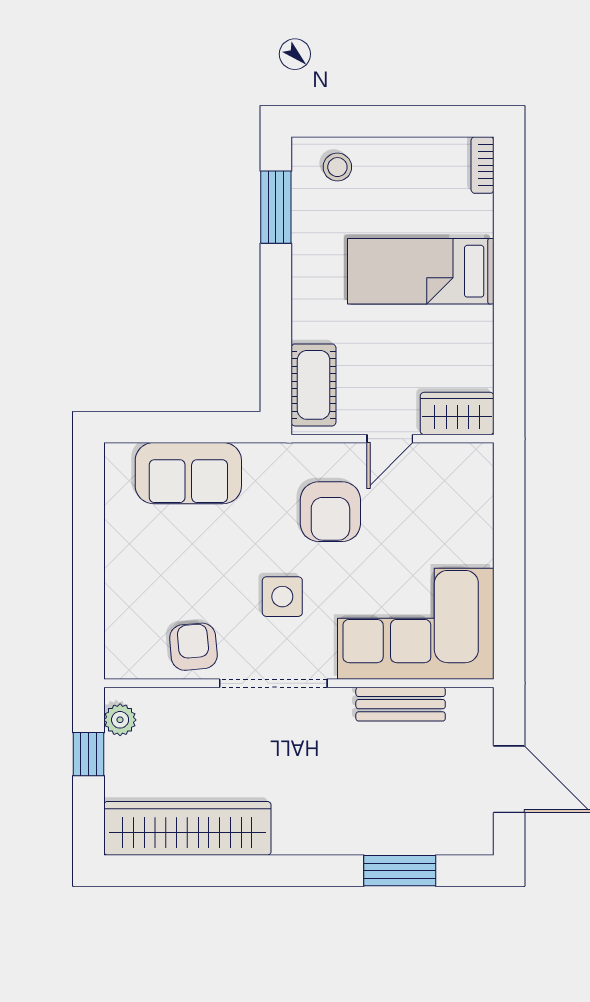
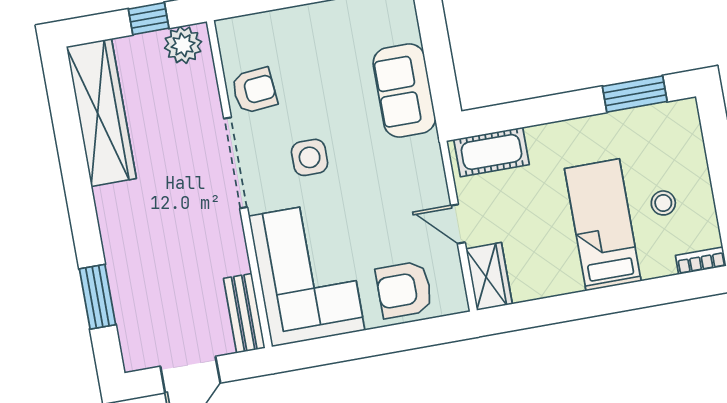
stool: (337, 167) -> (663, 203), moved
sofa: (188, 473) -> (404, 91), moved
armchair: (330, 512) -> (404, 290), moved
bench: (401, 704) -> (244, 313), moved
plant: (120, 720) -> (183, 45), width x1.38, depth x1.38

